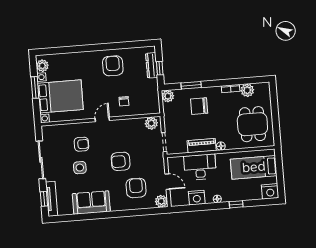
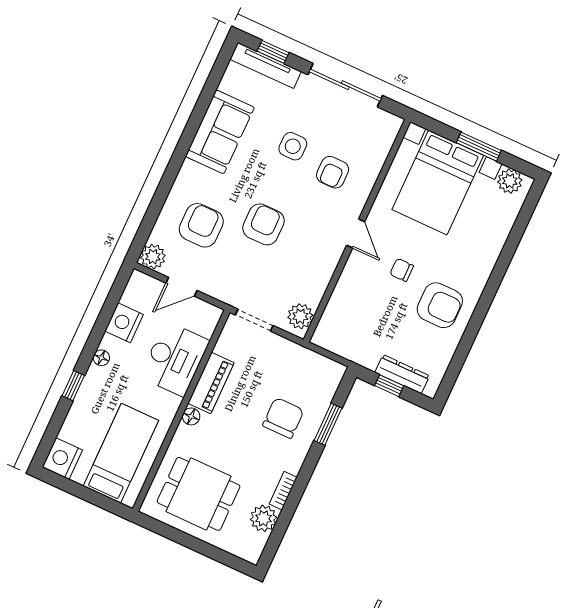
plant: (168, 96) -> (332, 373), removed
chair: (124, 101) -> (402, 270), moved
armchair: (136, 188) -> (201, 225), turned -90

